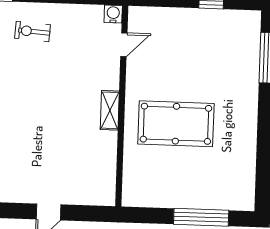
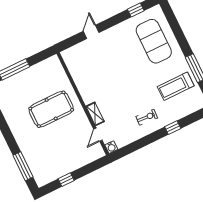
shelving: (110, 110) -> (95, 114), moved

